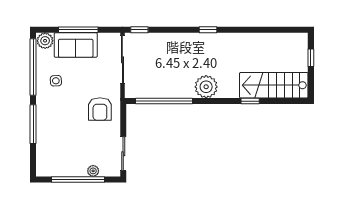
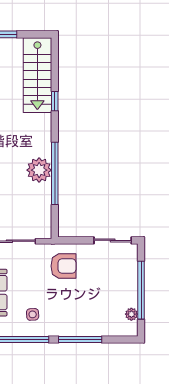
plant: (206, 87) -> (39, 170), moved
window: (164, 101) -> (55, 173), moved
plant: (93, 171) -> (131, 314), moved

